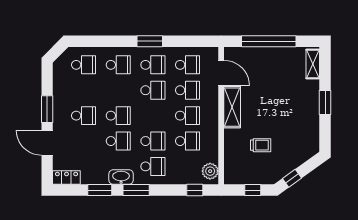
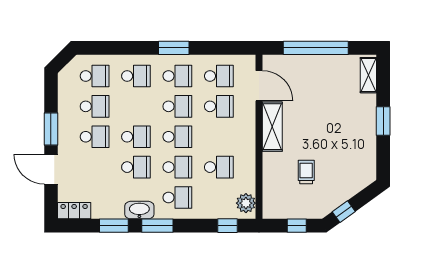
school desk: (84, 90) -> (95, 106), added
school desk: (188, 116) -> (177, 137), moved
trolley: (261, 145) -> (306, 172), turned -90

